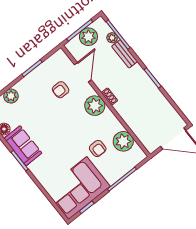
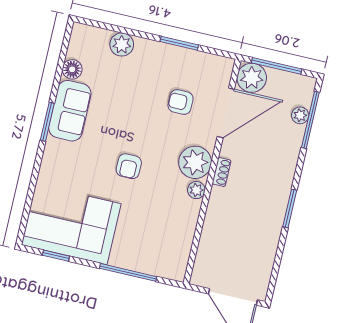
plant: (88, 37) -> (252, 78), moved
bench: (125, 54) -> (292, 148), removed
door: (83, 72) -> (226, 113), width x1.36
plant: (123, 141) -> (196, 190), moved, width x0.53, depth x0.53
armchair: (98, 148) -> (129, 166), moved

